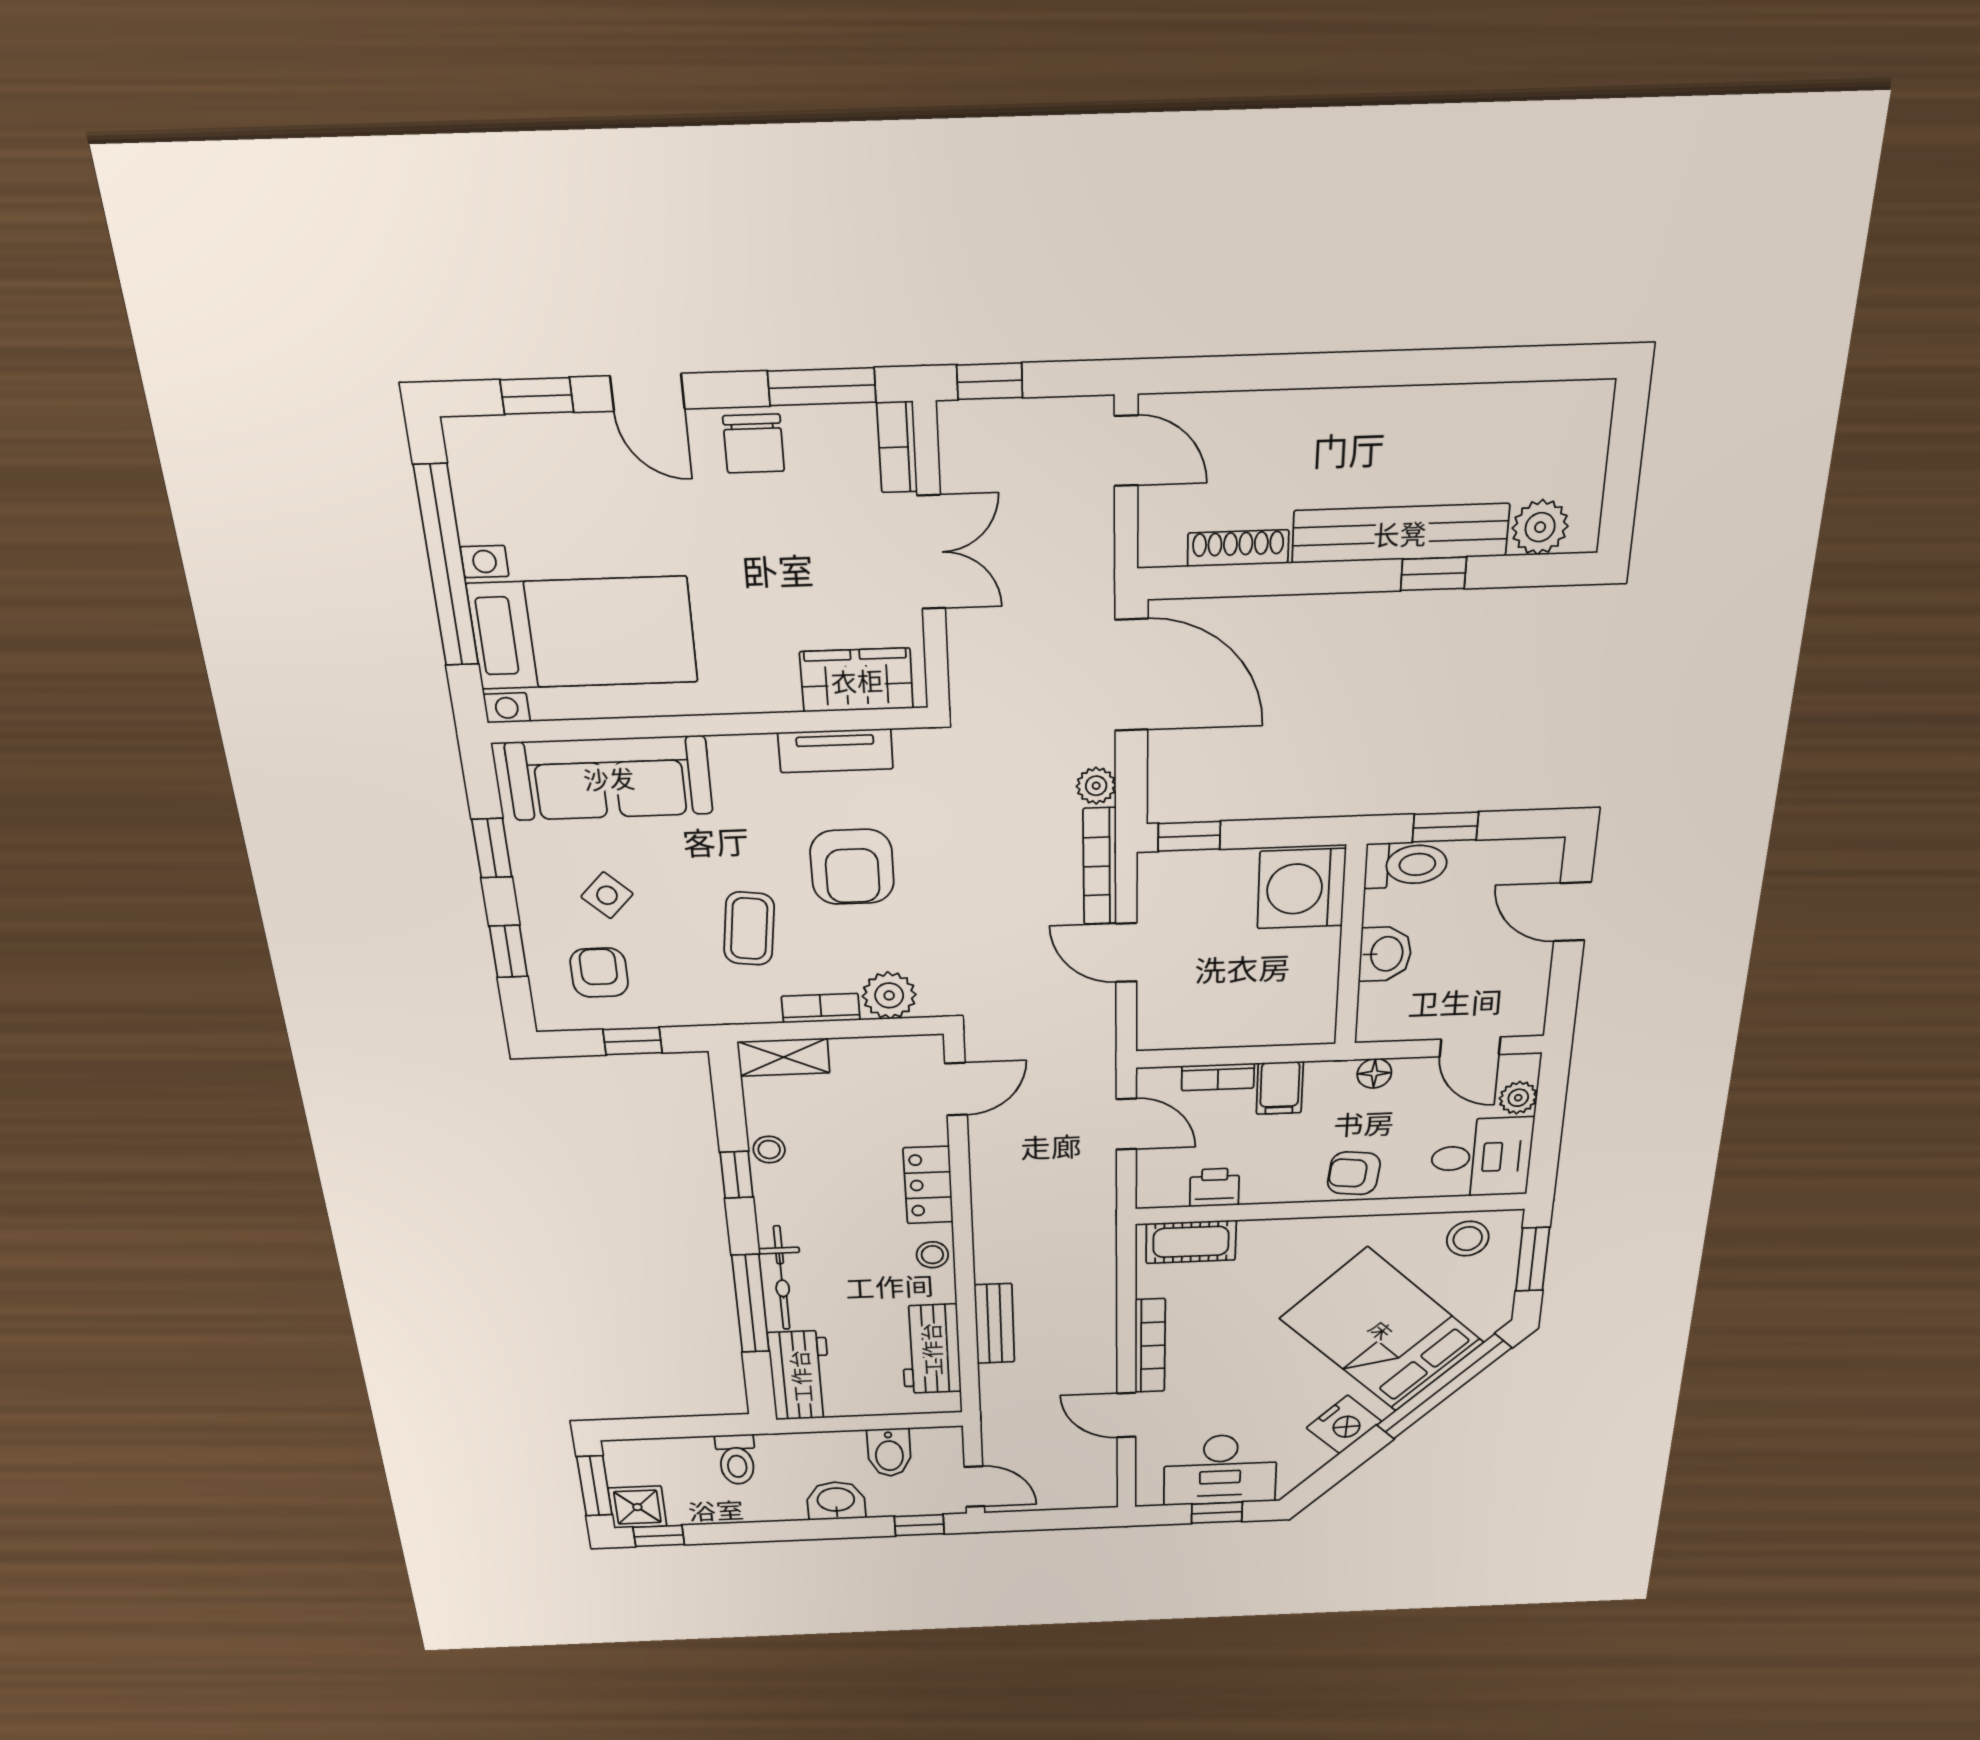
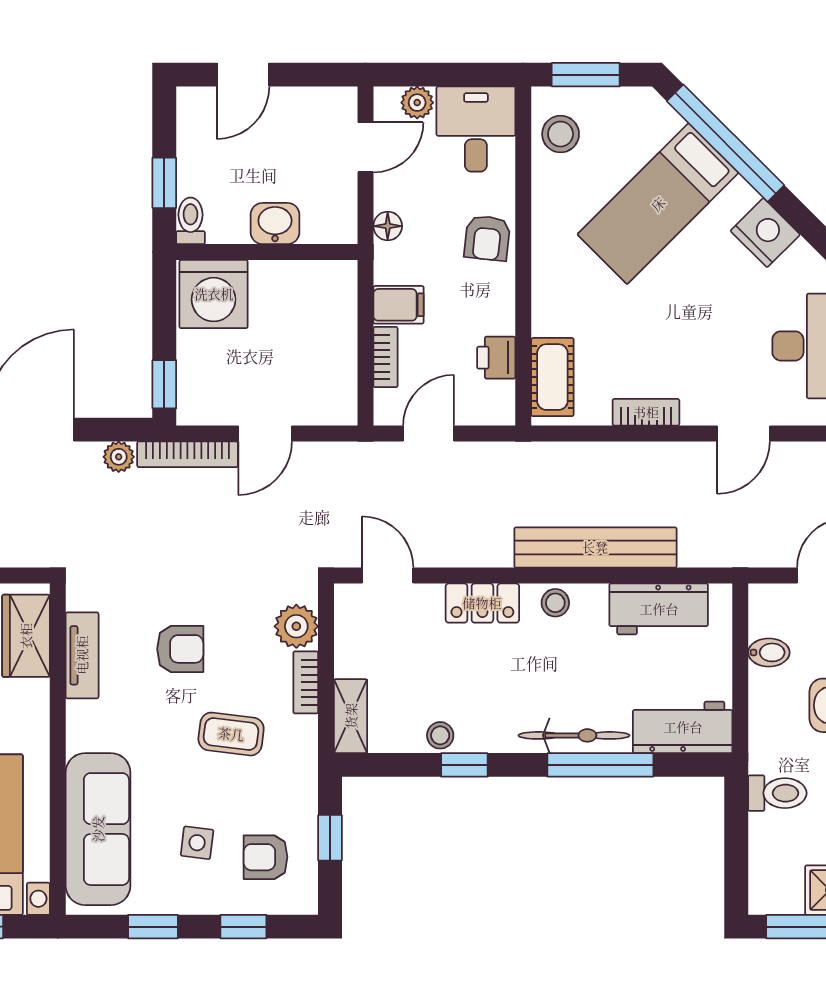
toilet: (1406, 865) -> (191, 221), width x0.73, depth x0.72
armchair: (852, 867) -> (180, 649), width x0.72, depth x0.72
side table: (607, 895) -> (197, 843), turned -37
bench: (994, 1324) -> (595, 547), width x1.86, depth x1.21
bed: (1382, 1330) -> (658, 204), width x0.67
bookcase: (1150, 1346) -> (646, 412), width x0.64
bidet: (889, 1452) -> (769, 652), width x0.72, depth x0.74

